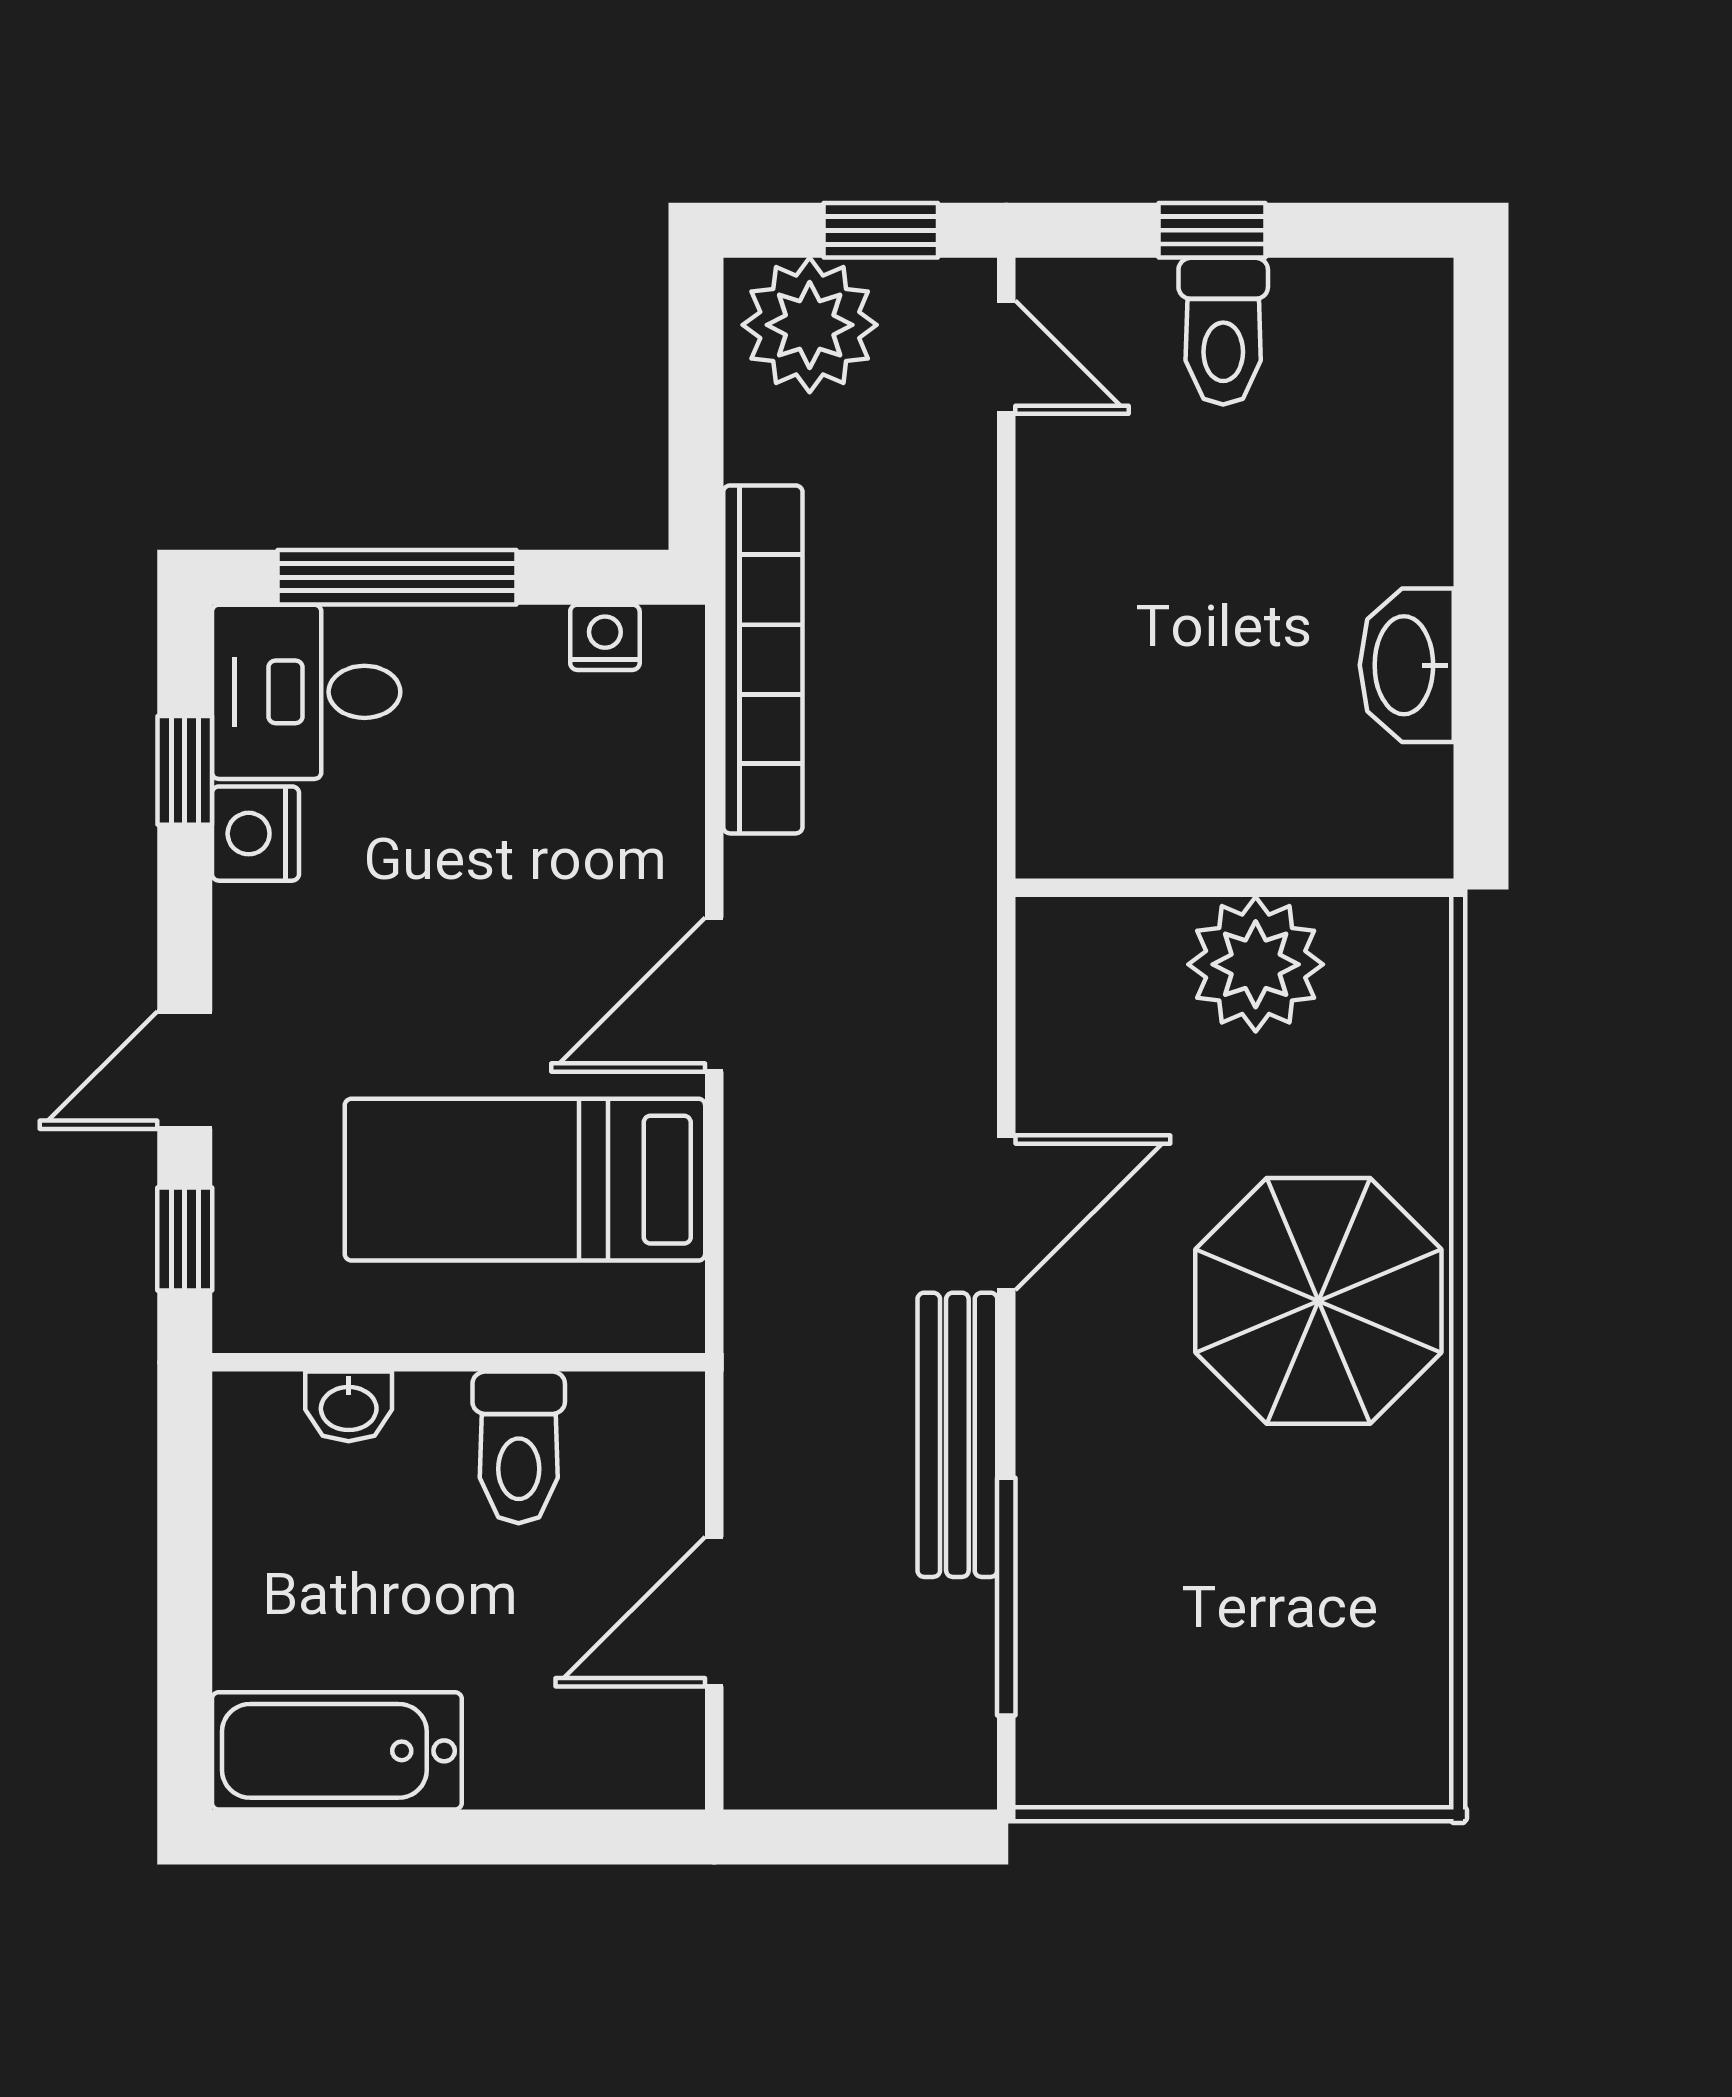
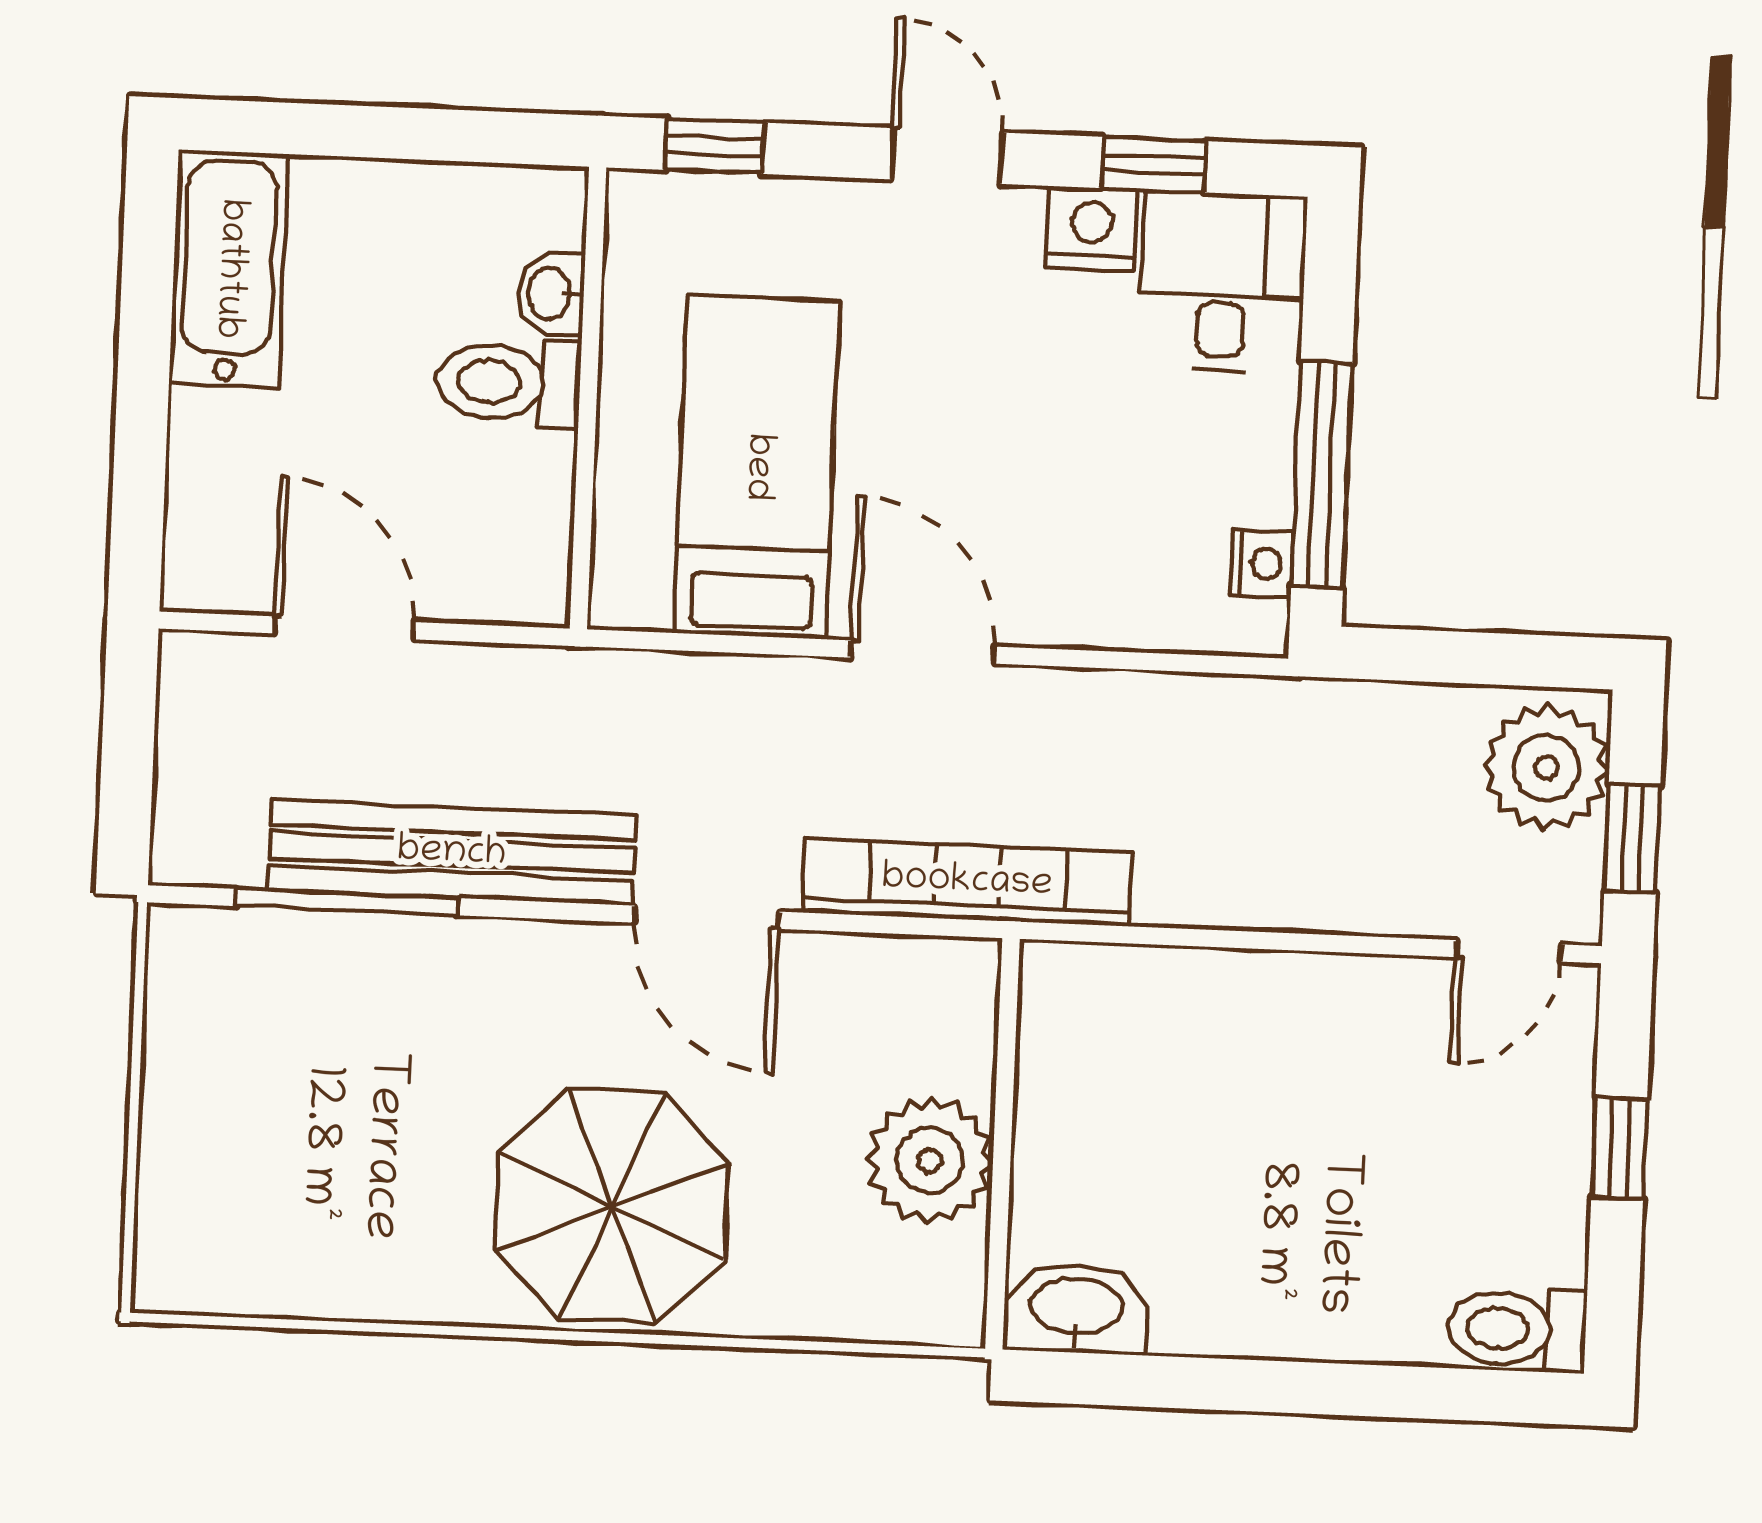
toilet: (1223, 331) -> (1517, 1329), moved
window: (397, 577) -> (1322, 475), moved
bookcase: (763, 659) -> (967, 882), moved, turned 180
washbasin: (1407, 665) -> (1076, 1309), moved
door: (185, 1070) -> (946, 156), moved
bench: (957, 1435) -> (452, 853), width x1.37, depth x1.21
toilet: (519, 1447) -> (509, 382), moved

